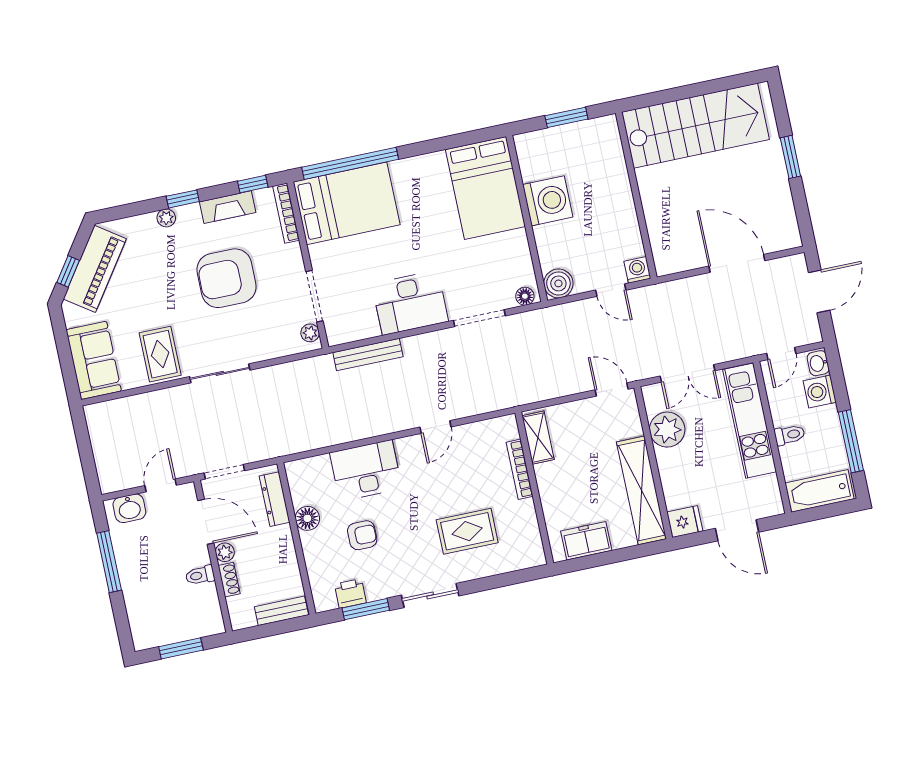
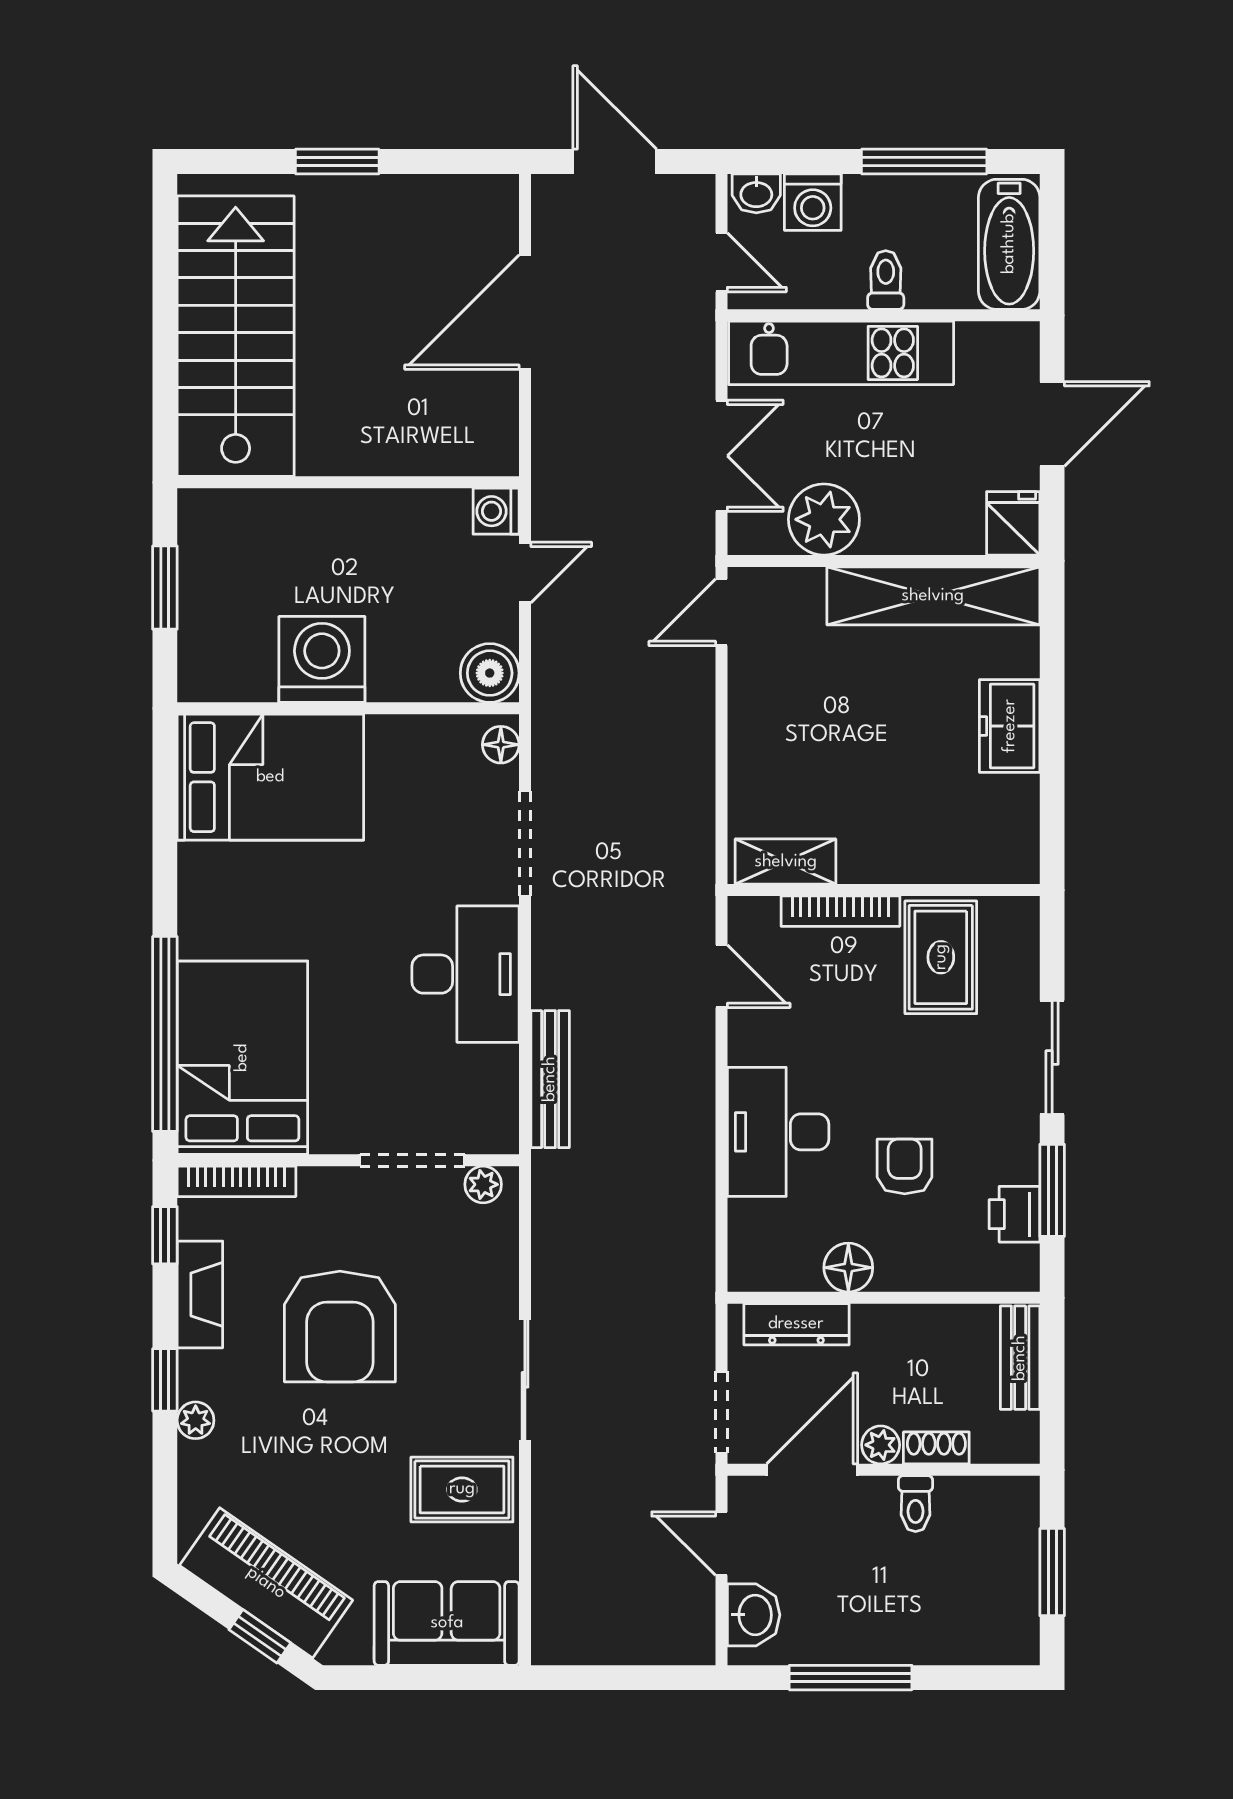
shelving: (538, 438) -> (786, 862), moved
bookcase: (520, 469) -> (840, 911), moved
wall: (534, 488) -> (884, 890), moved

